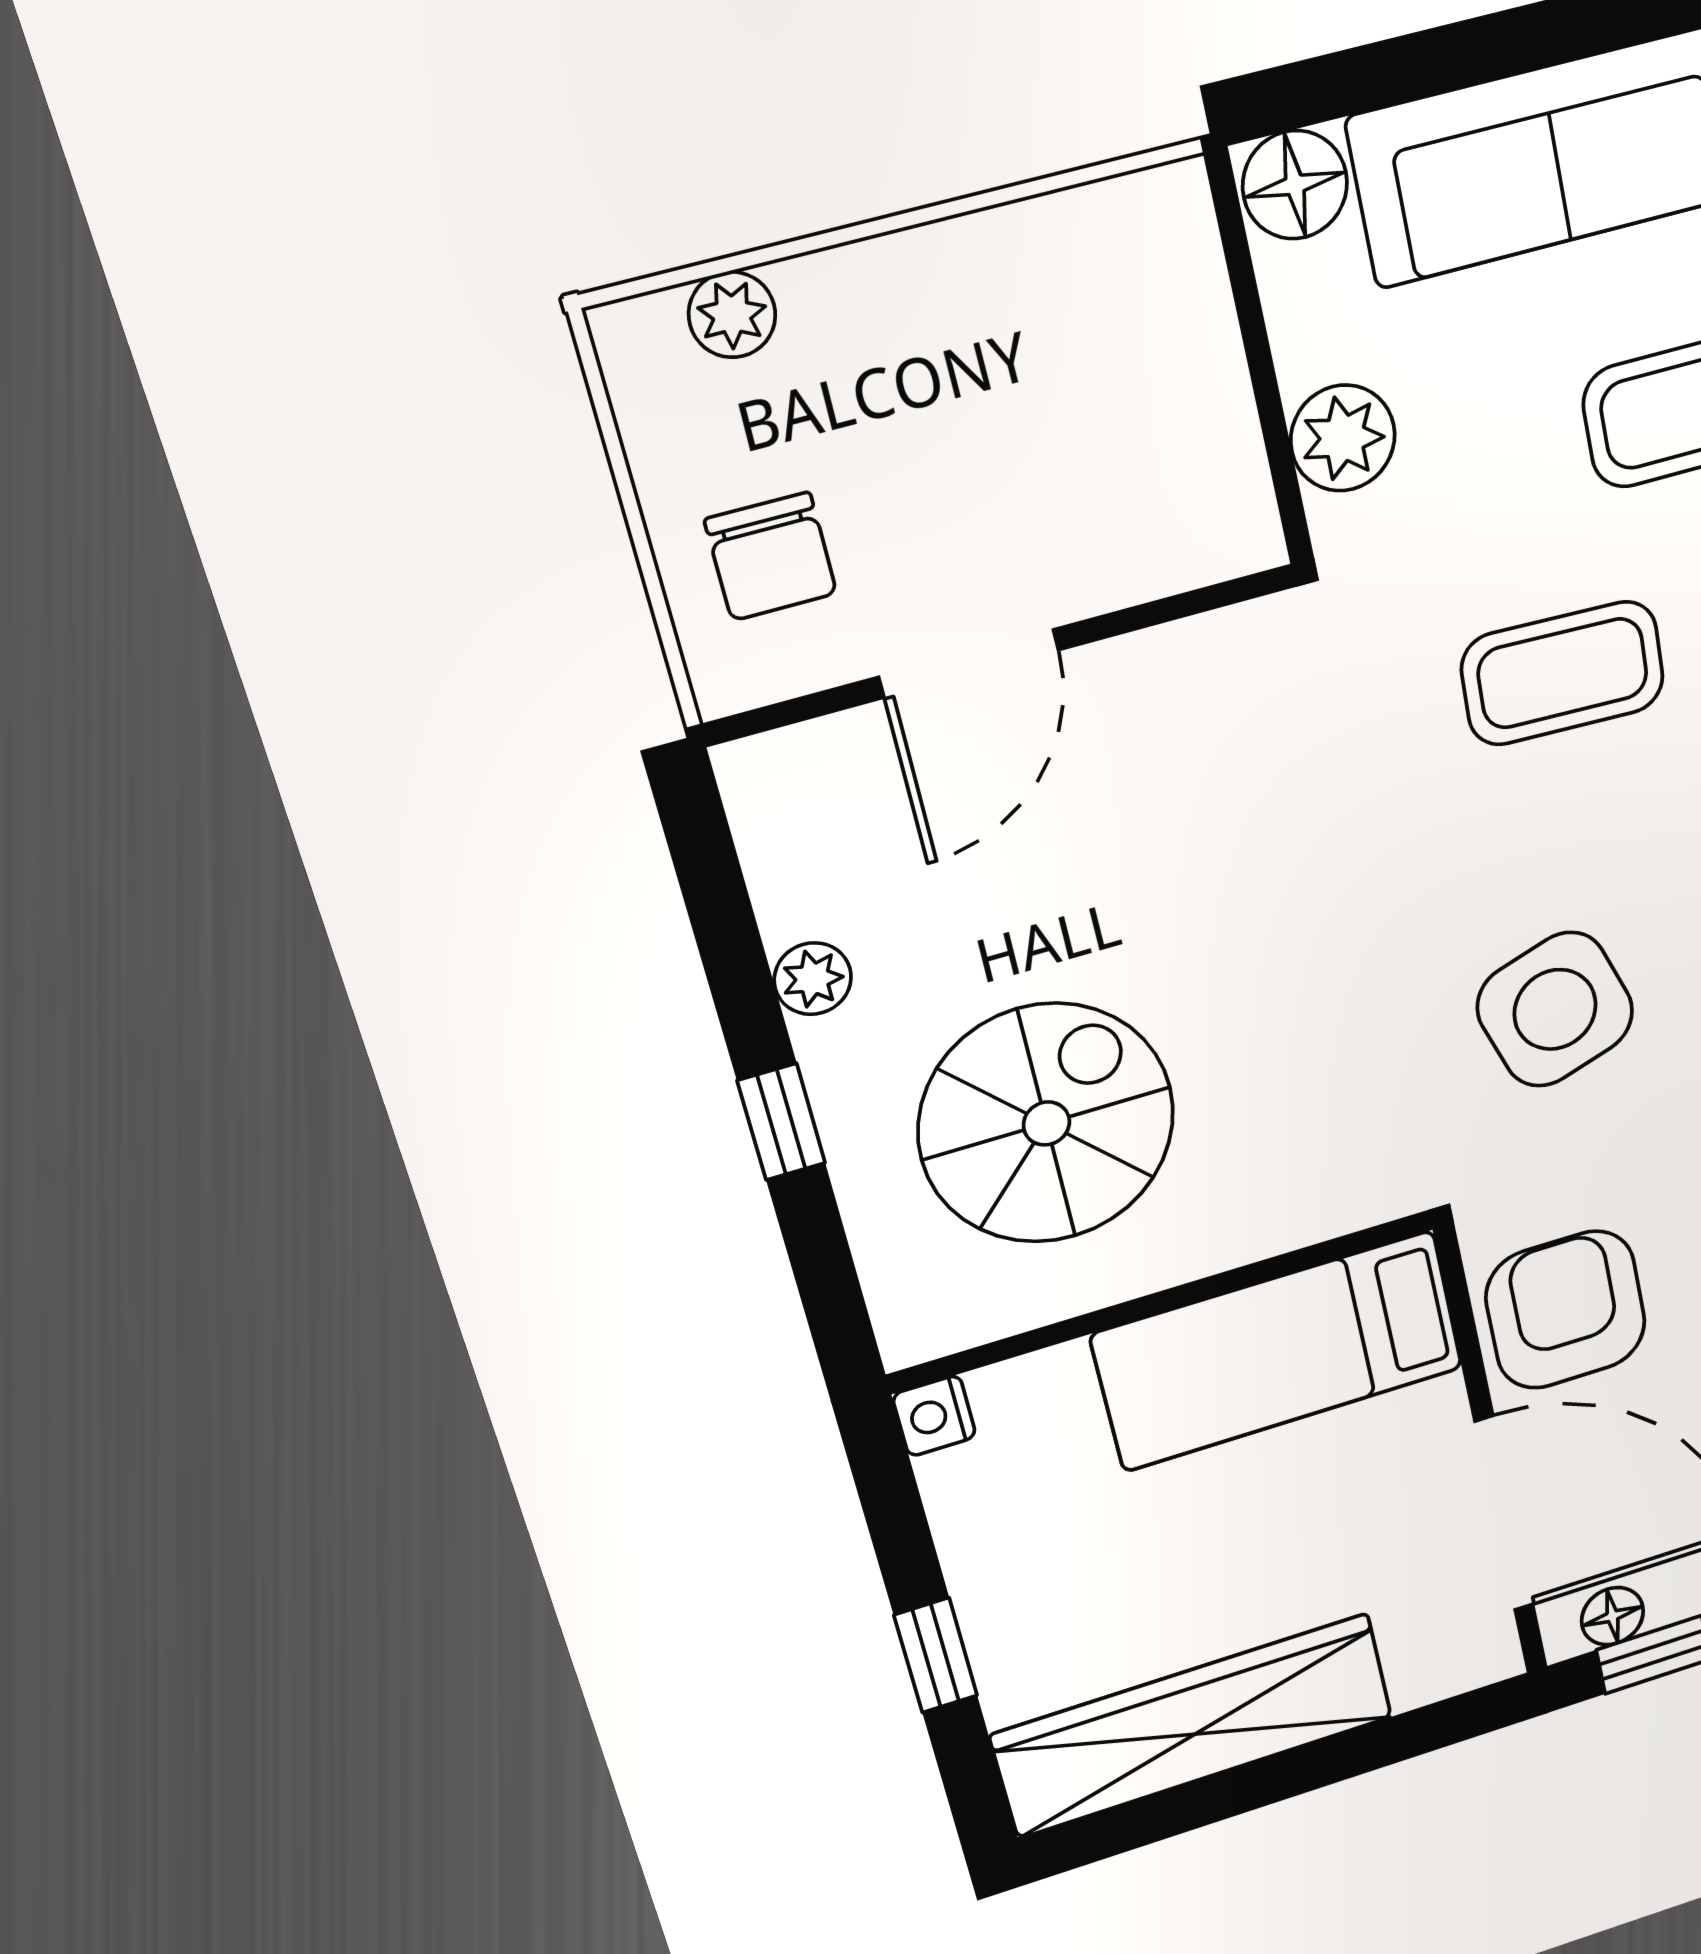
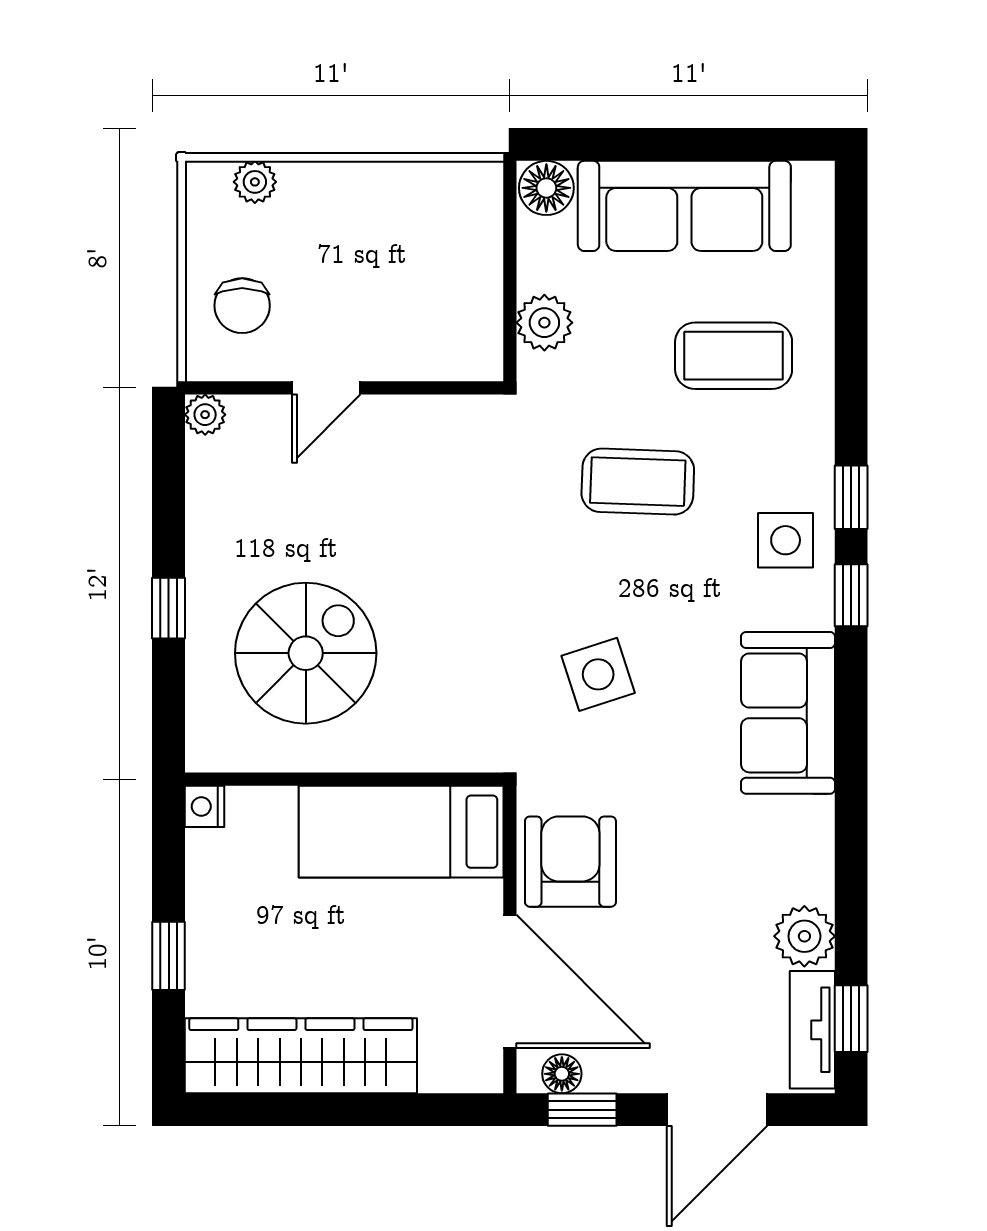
door: (969, 663) -> (326, 388), width x0.73
plant: (813, 979) -> (205, 415), moved
side table: (1555, 1009) -> (598, 674), width x0.73, depth x0.73

